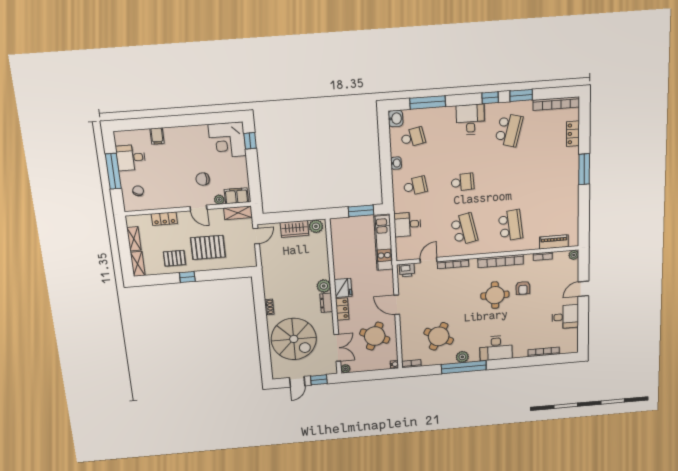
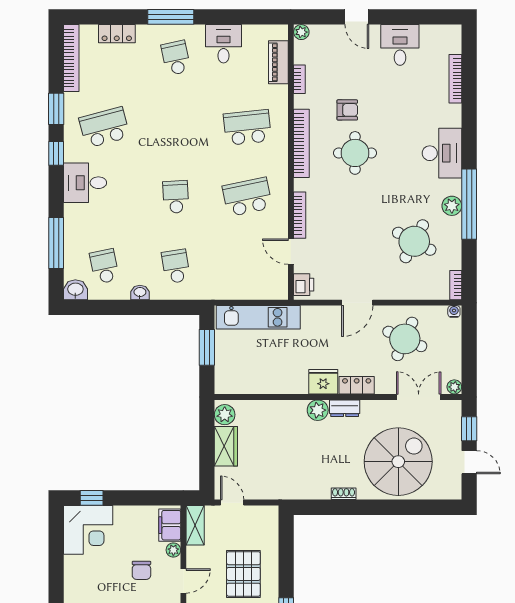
school desk: (509, 130) -> (104, 127), turned -30
school desk: (557, 175) -> (176, 58), added
desk: (407, 224) -> (224, 44), moved, turned 180

